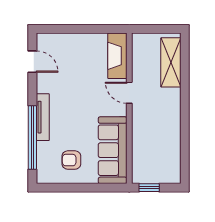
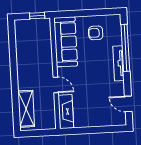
armchair: (71, 160) -> (96, 33), turned 180

